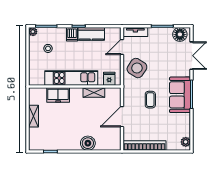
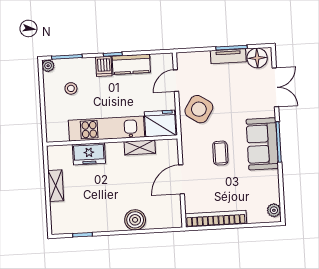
tv unit: (135, 32) -> (228, 56), moved
fridge: (109, 79) -> (160, 123), width x1.88, depth x1.34

